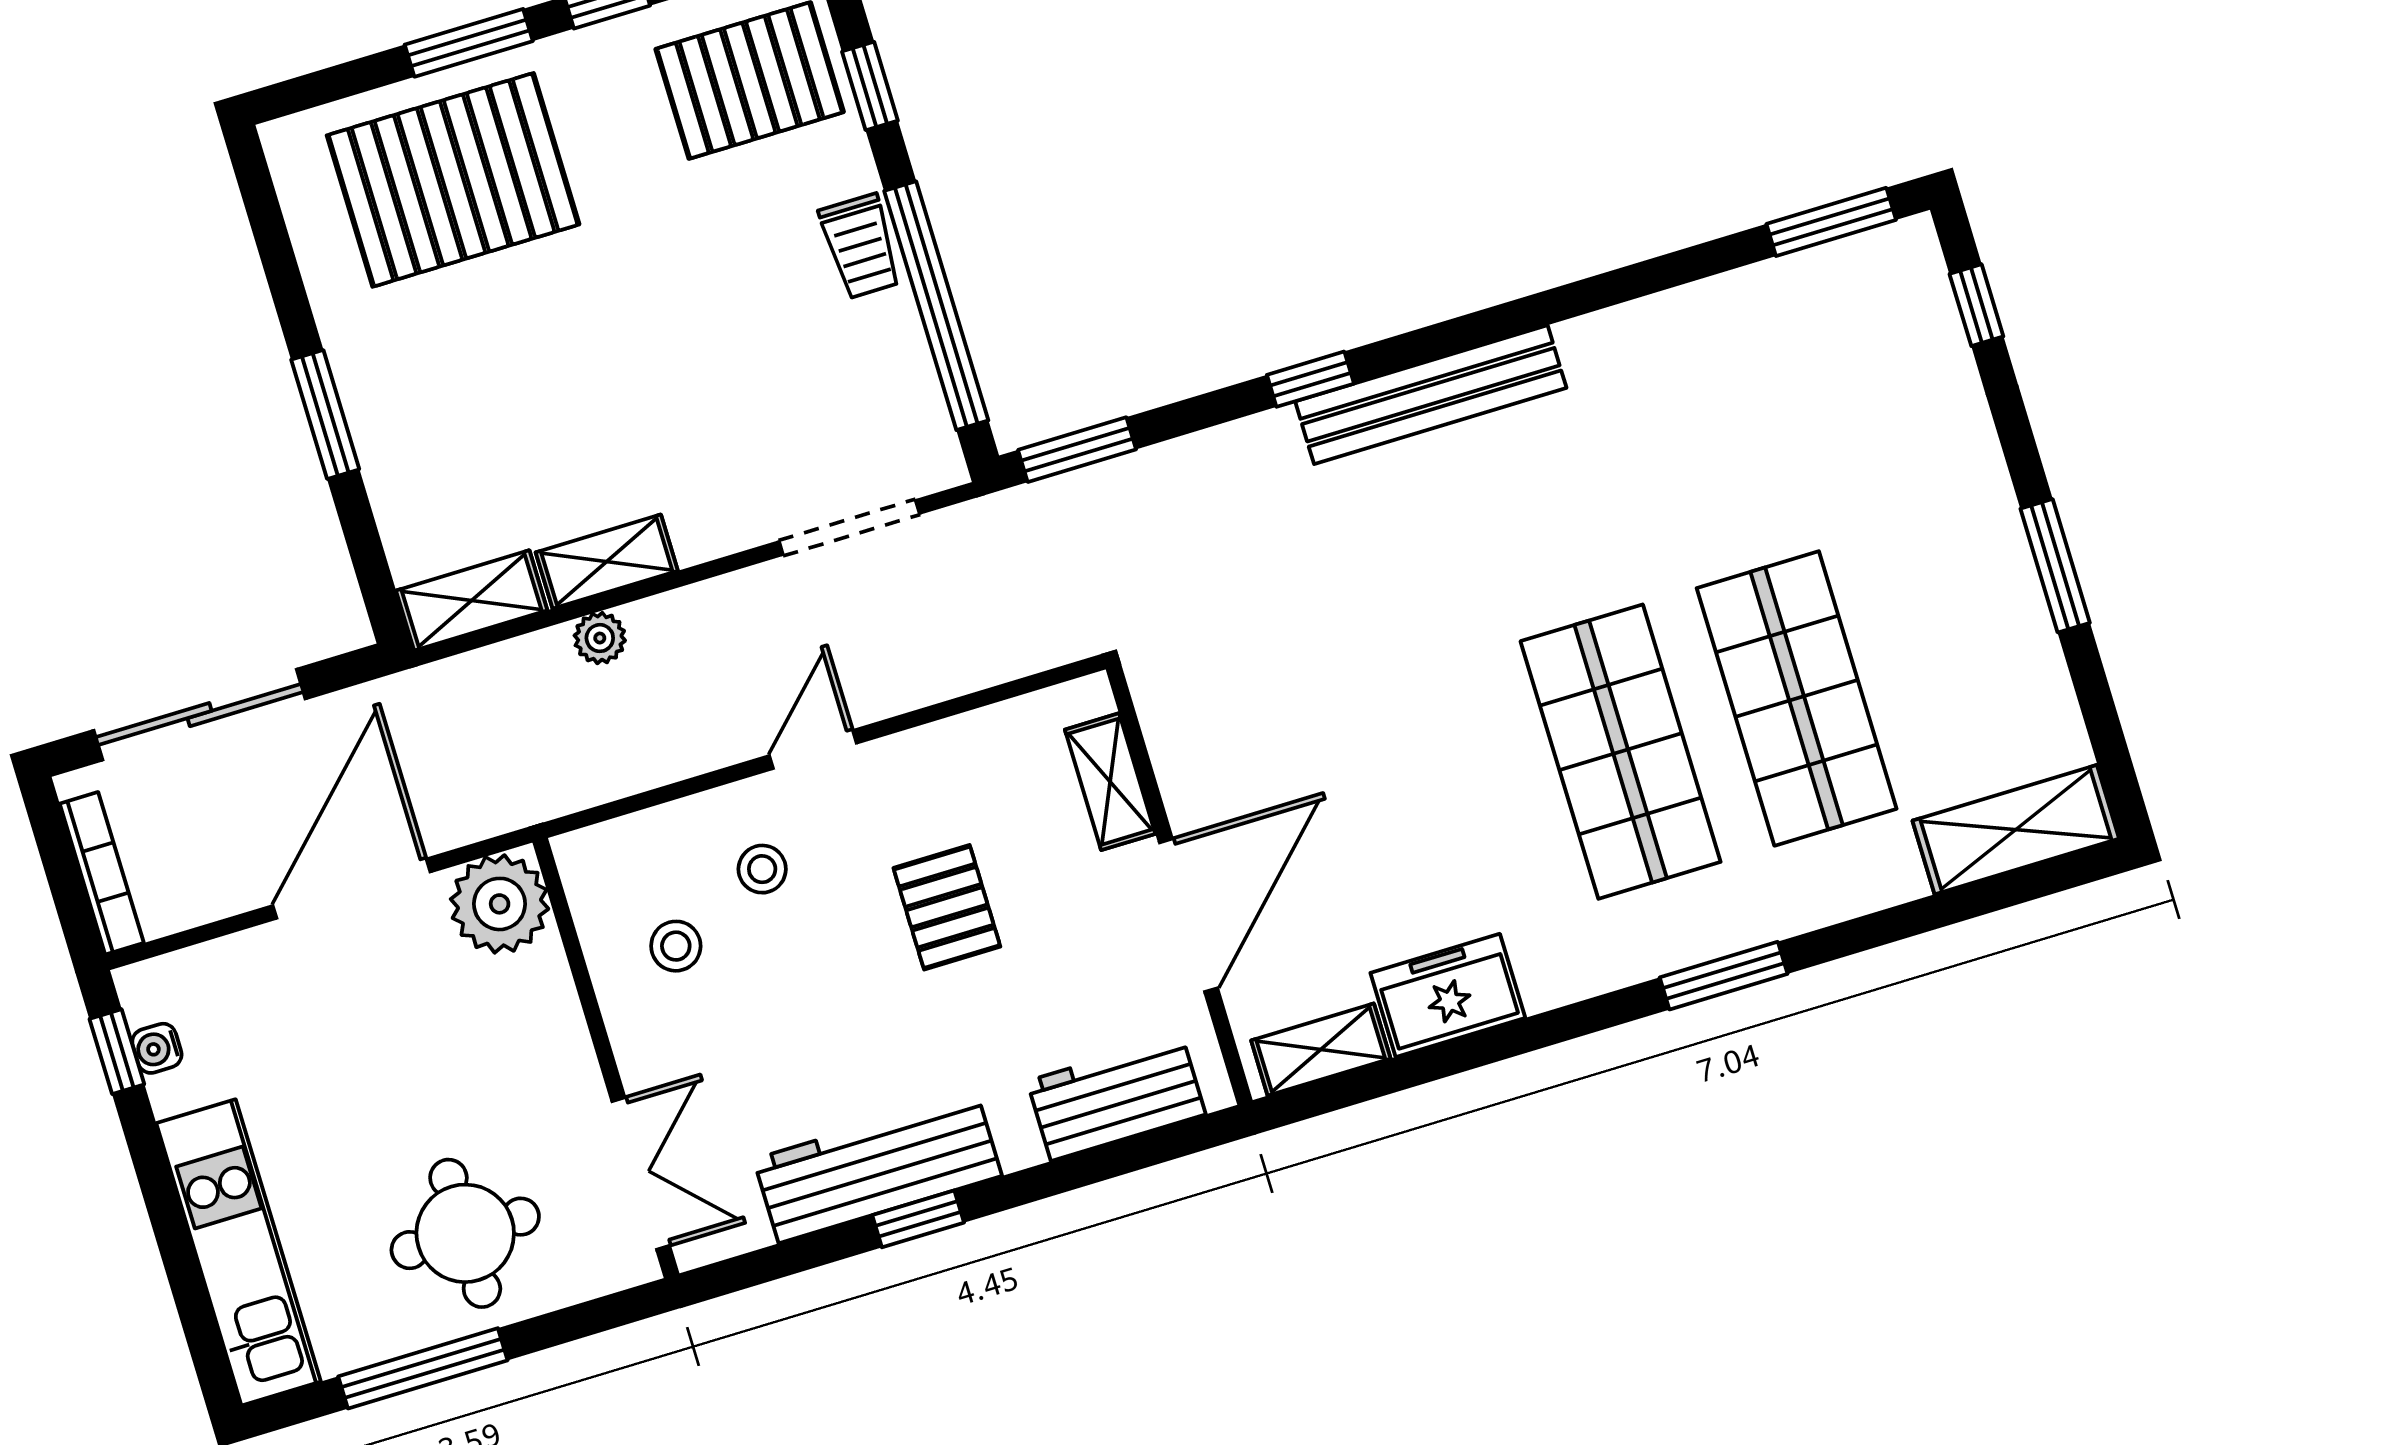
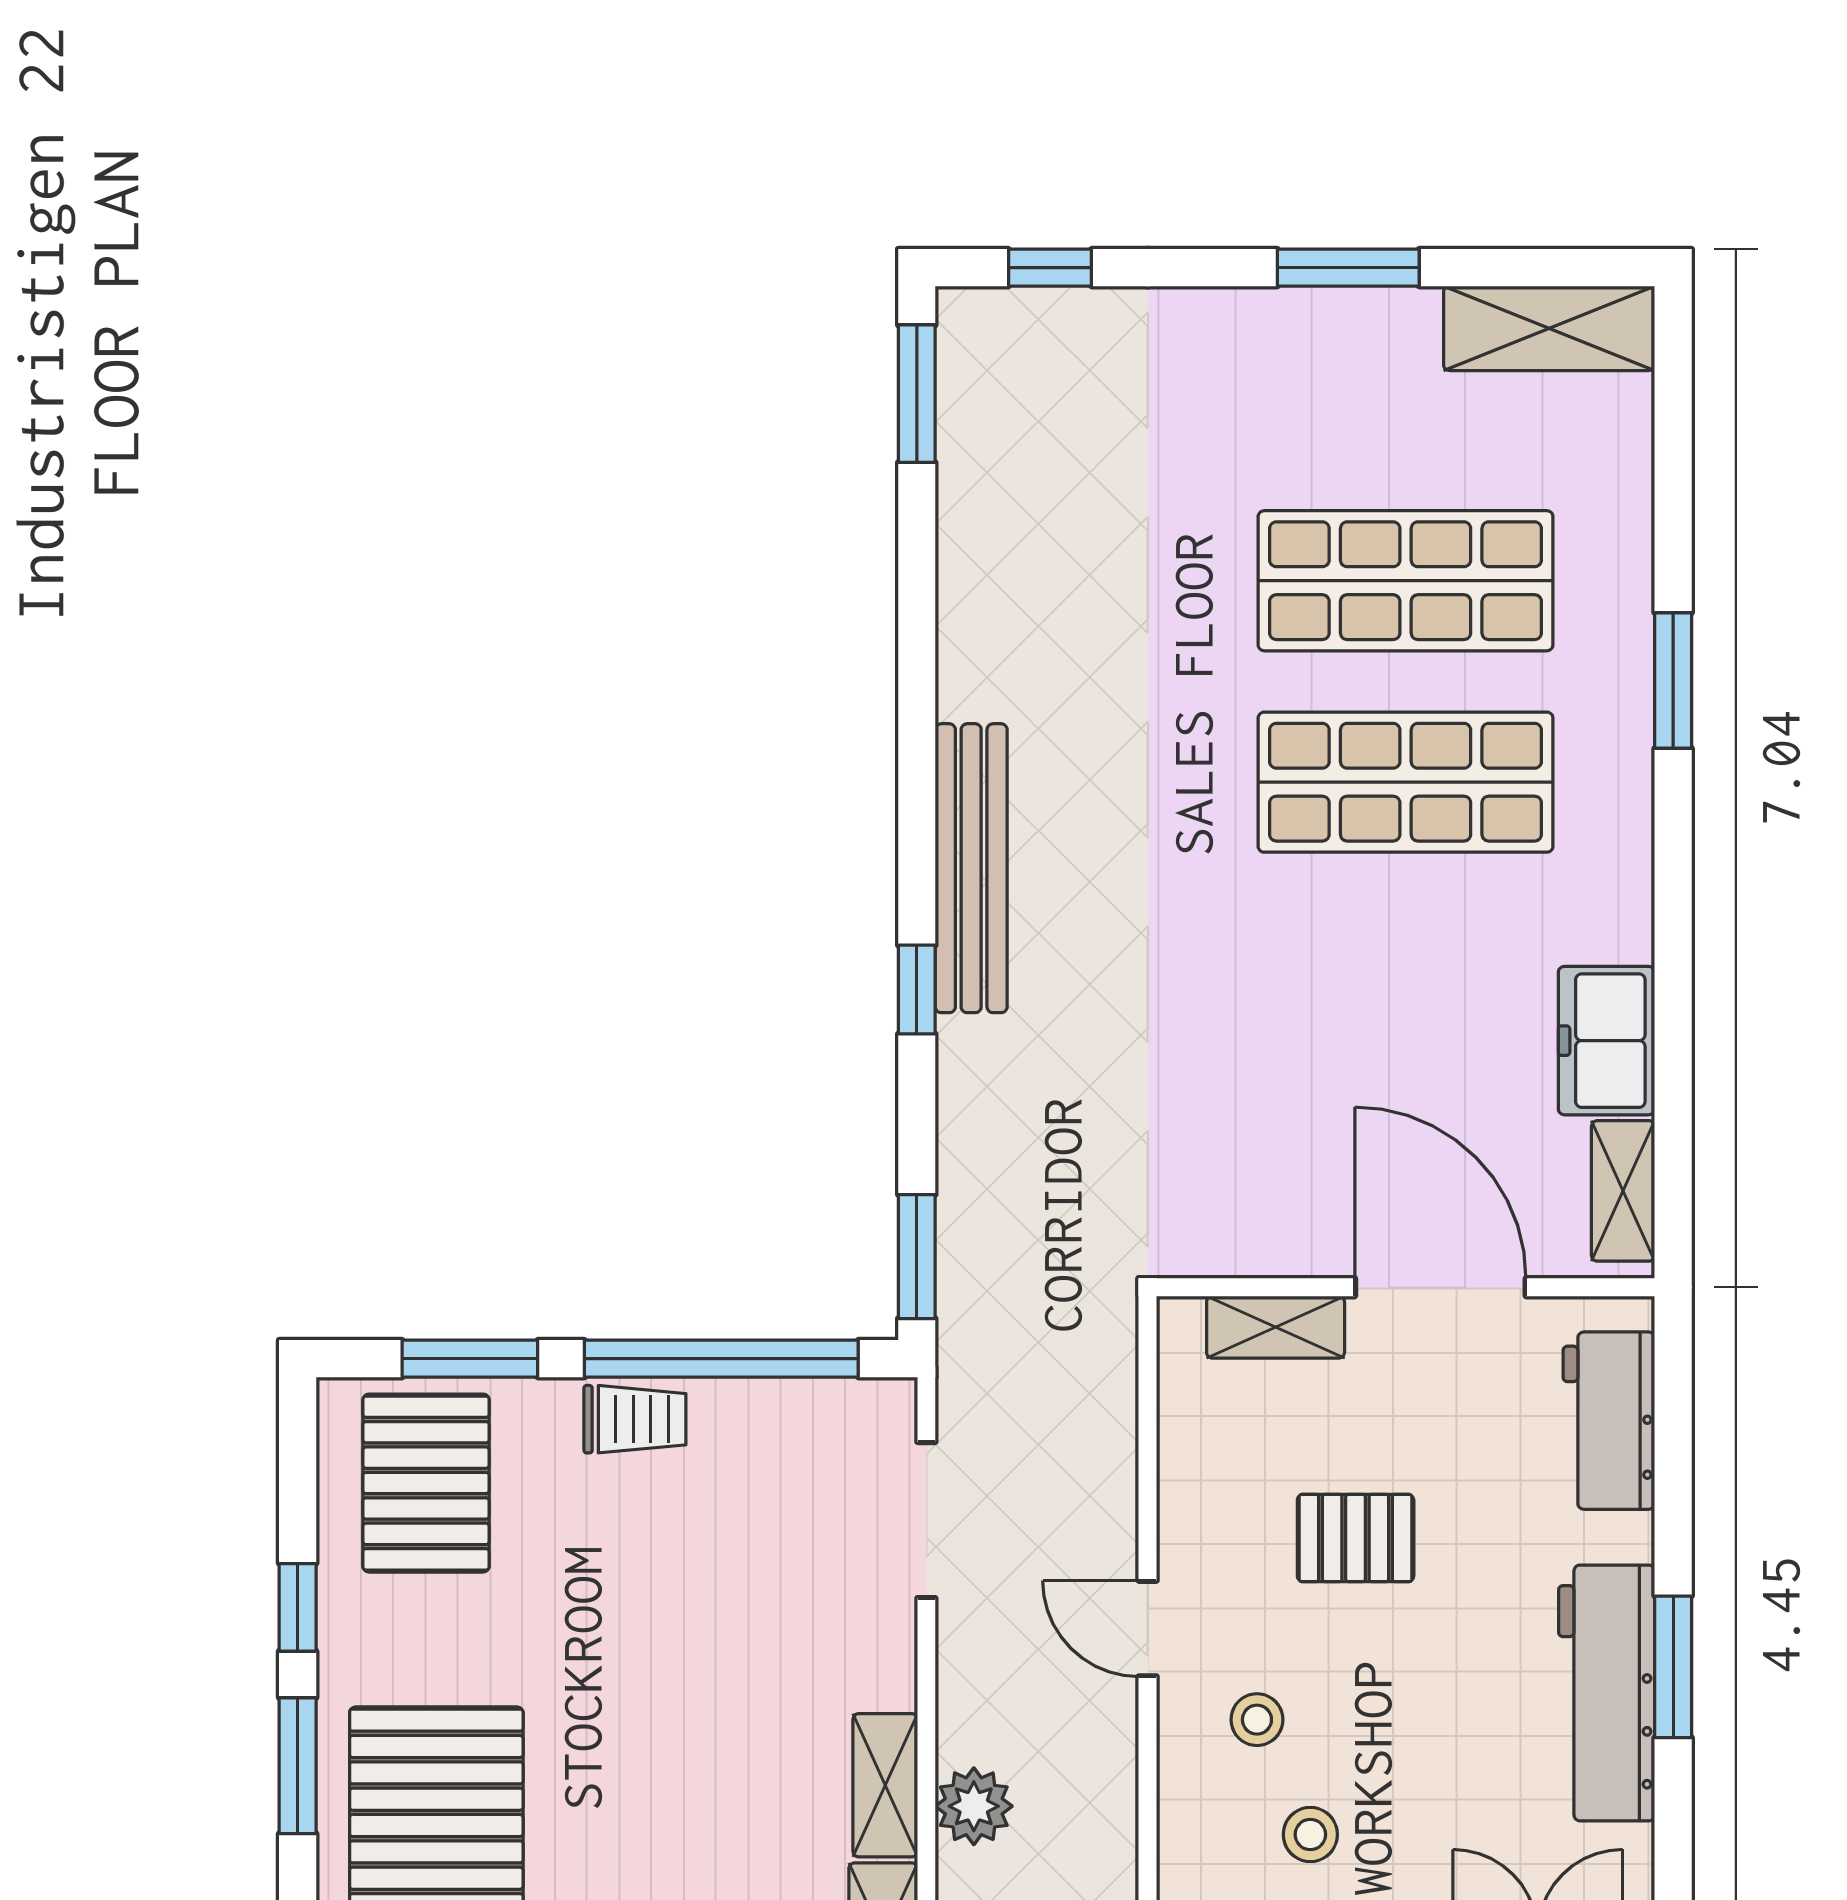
window: (870, 86) -> (470, 1359), width x1.50
plant: (600, 638) -> (974, 1806), width x1.38, depth x1.38
shelving: (2016, 830) -> (1549, 328), moved, turned 90
window: (1724, 976) -> (1673, 681), moved
window: (918, 1219) -> (1673, 1667), width x1.50

